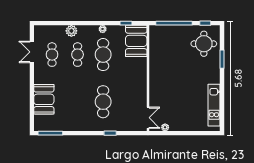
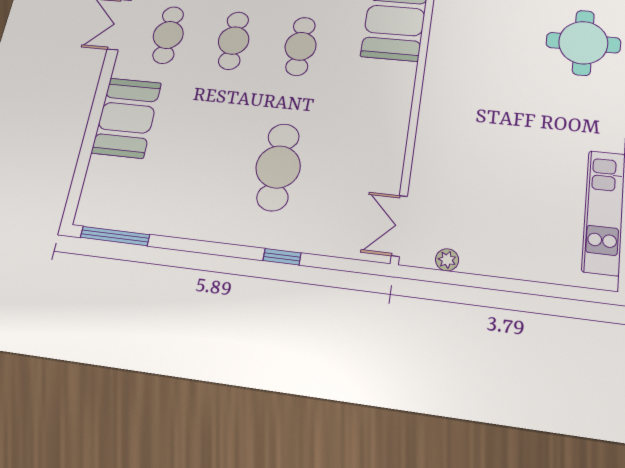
cafe table: (103, 55) -> (301, 46), width x0.73, depth x0.74
booth: (44, 99) -> (126, 118), moved
double door: (148, 118) -> (399, 226), swing flipped

